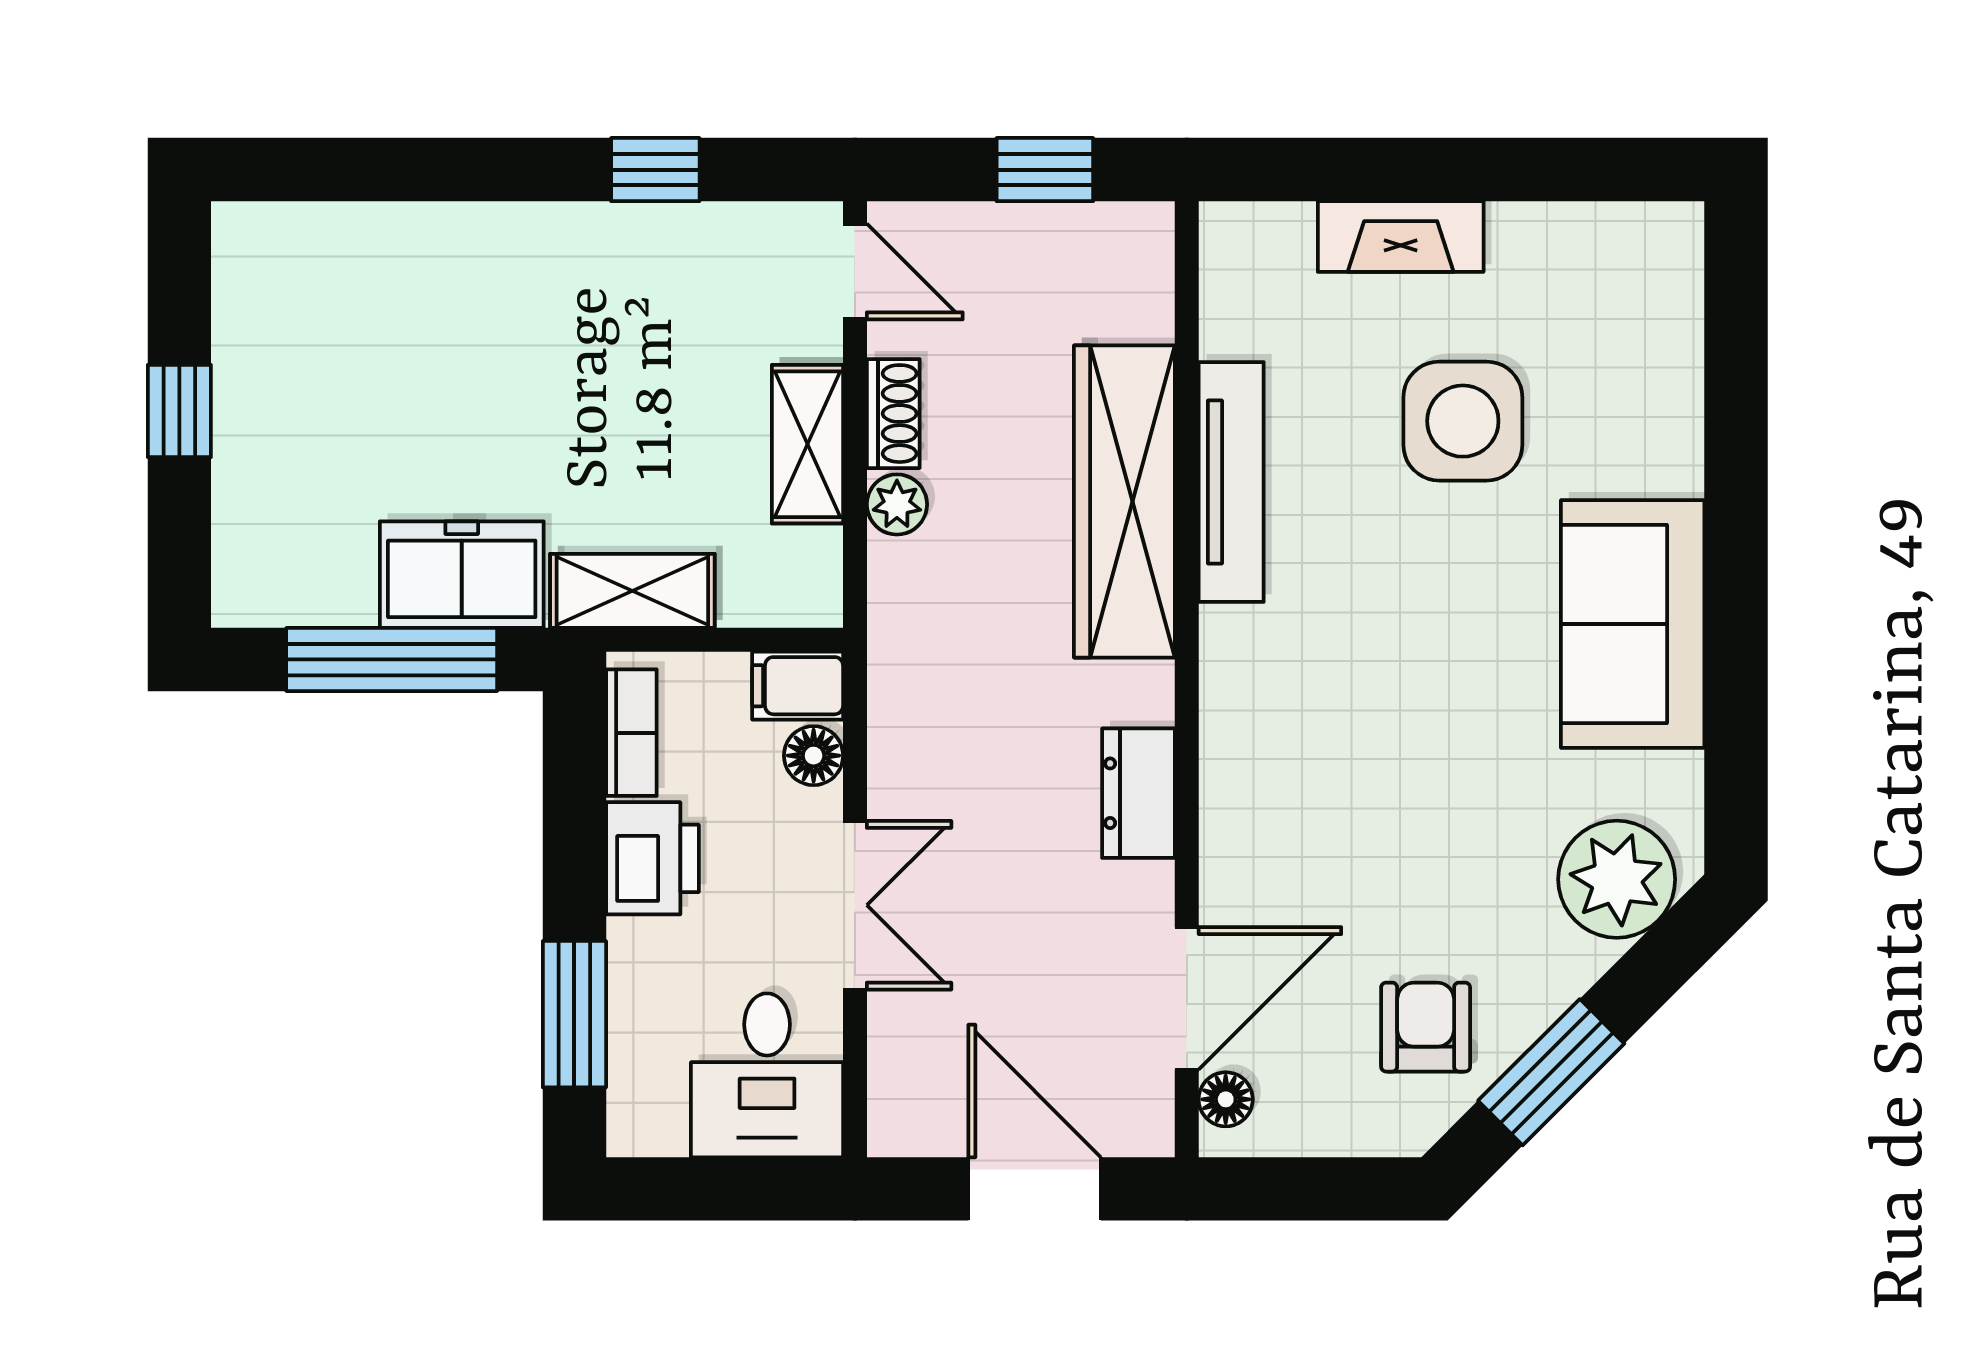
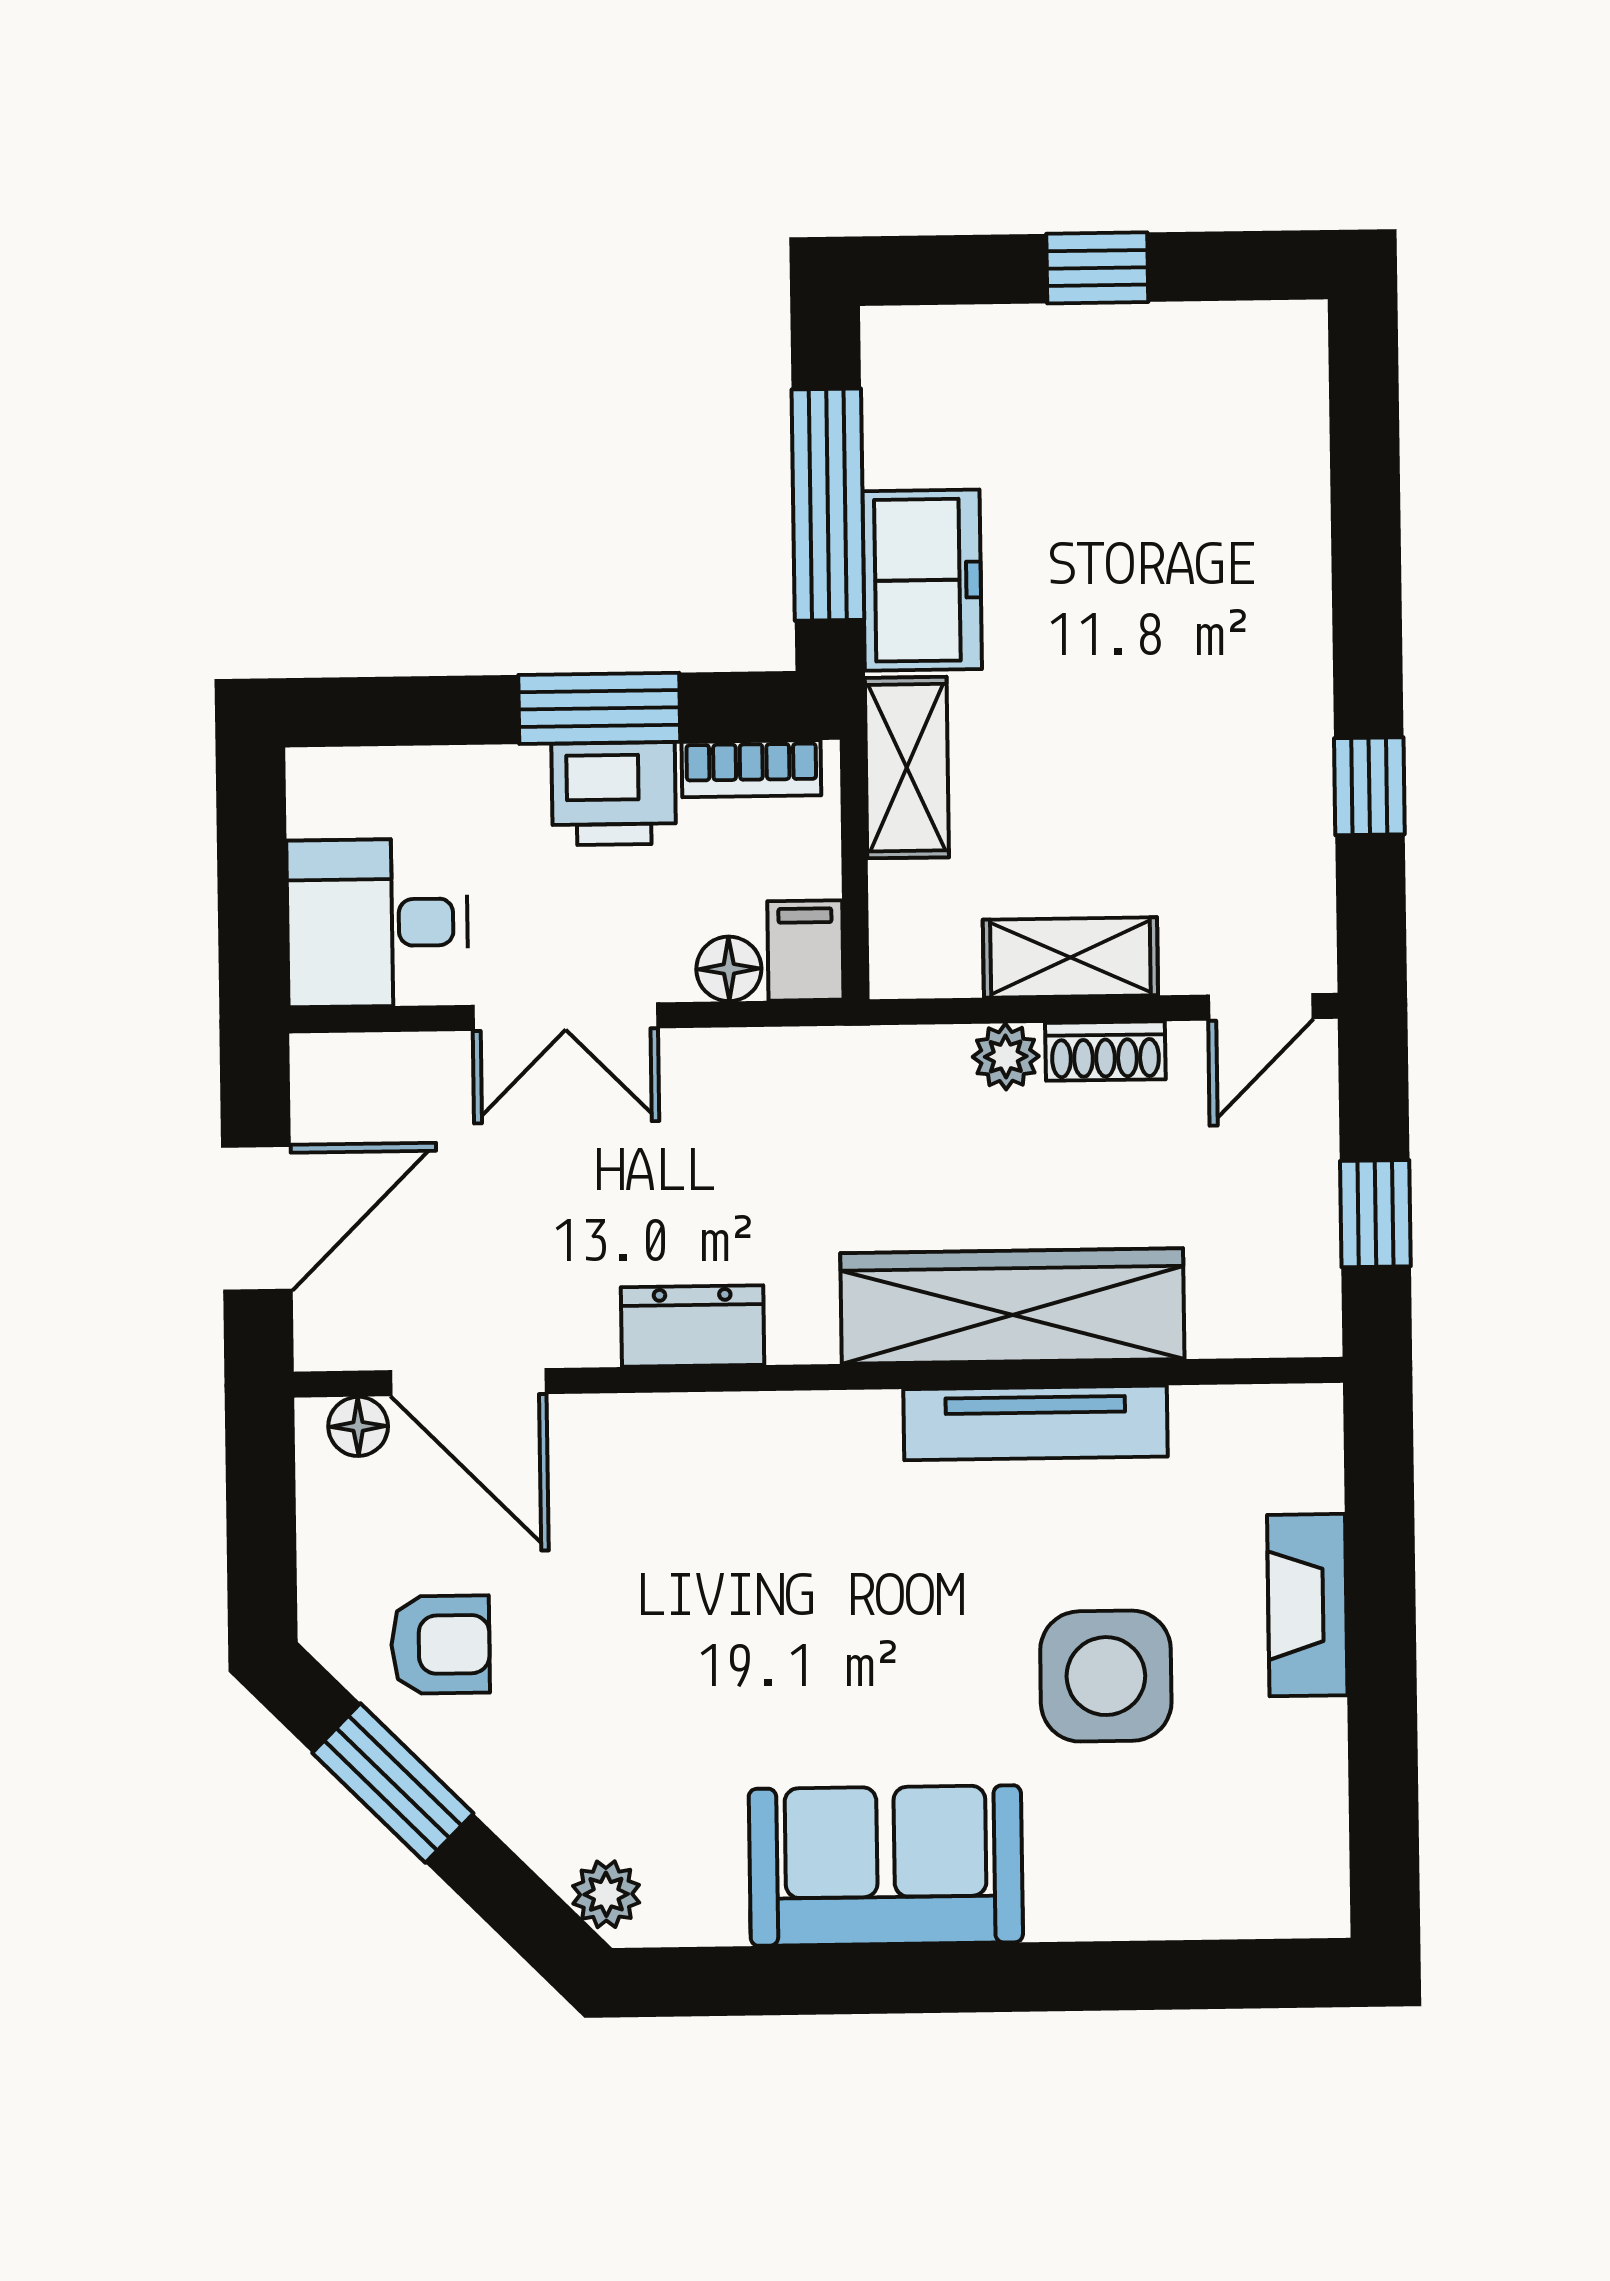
plant: (1617, 879) -> (606, 1894), width x0.53, depth x0.53
window: (574, 1014) -> (599, 708), moved

